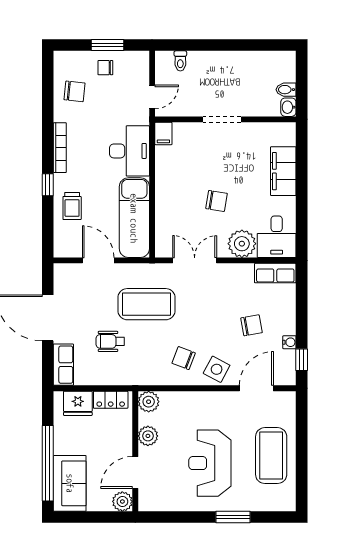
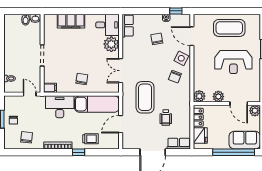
chair: (217, 201) -> (82, 79), moved

